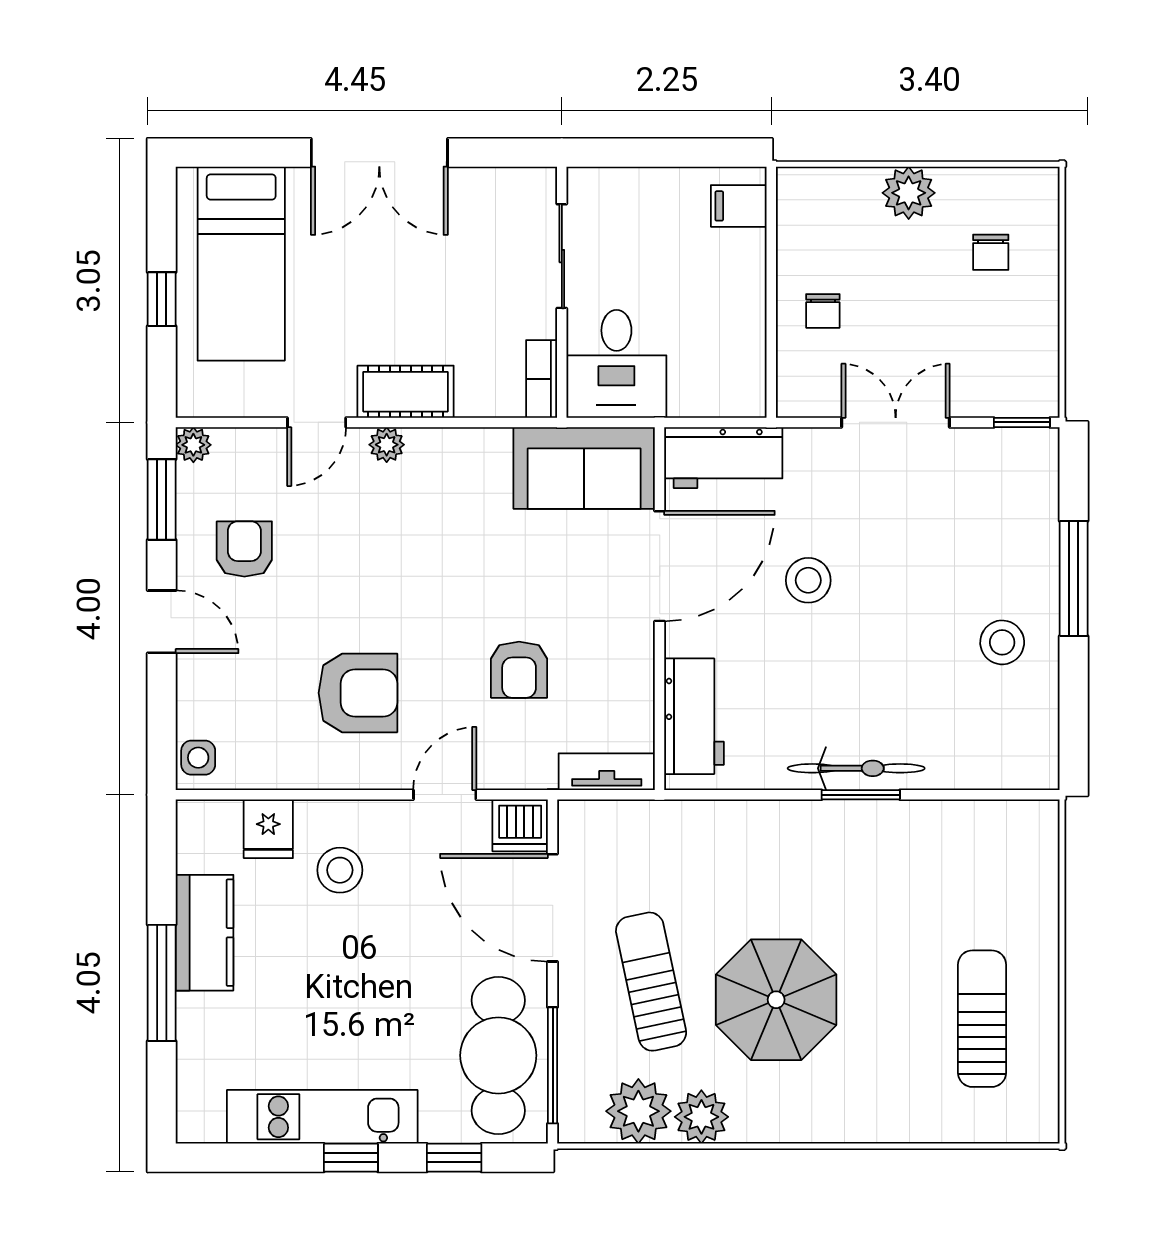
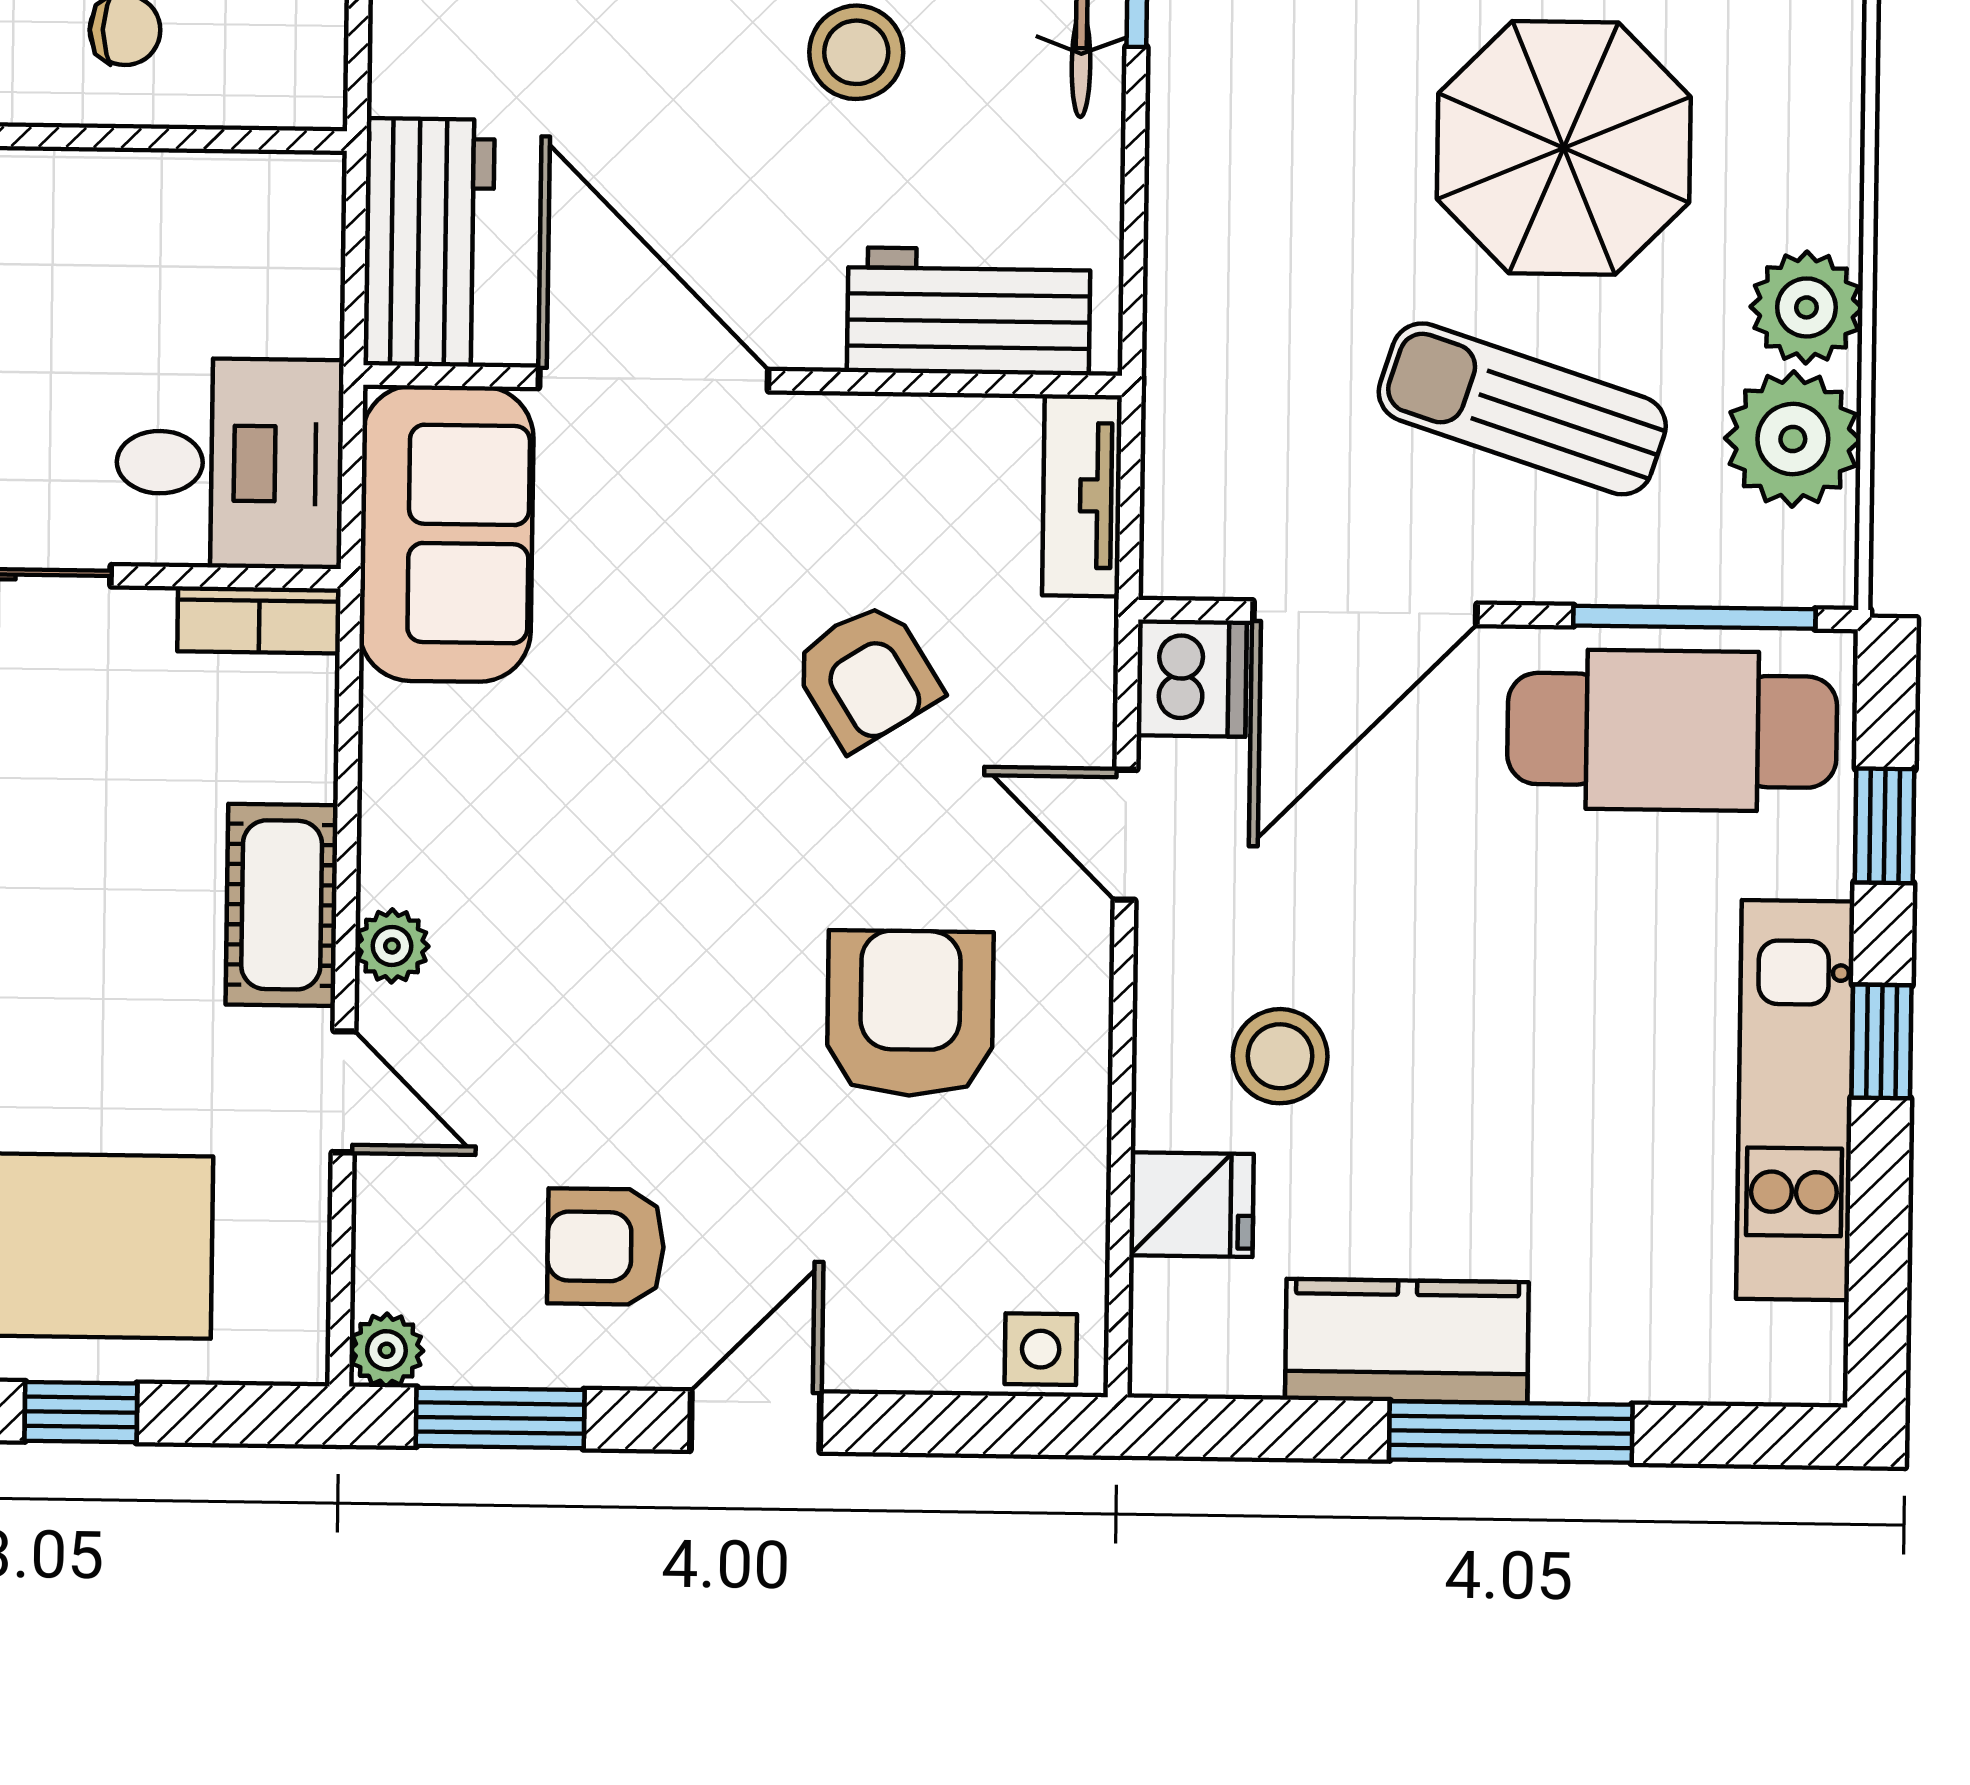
stool: (808, 580) -> (856, 52), moved
armchair: (519, 670) -> (866, 676), turned 58
sun lounger: (651, 982) -> (1522, 409), turned 30

